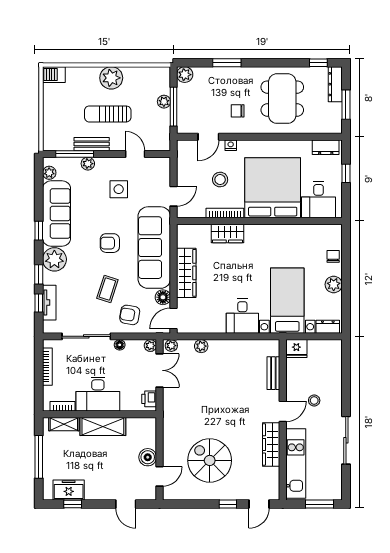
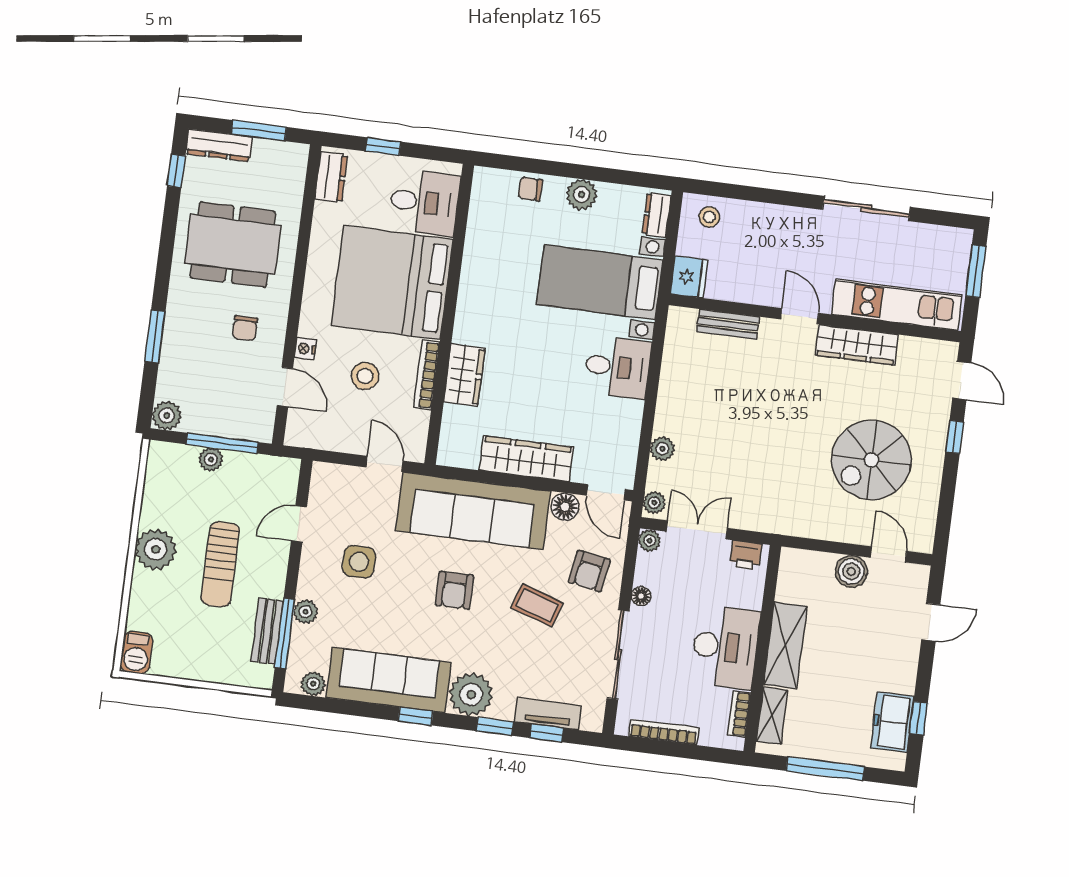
bench: (92, 144) -> (267, 631), moved
stool: (314, 400) -> (709, 217), moved

